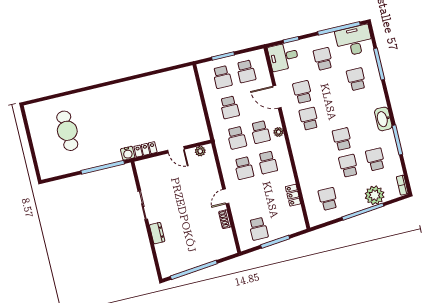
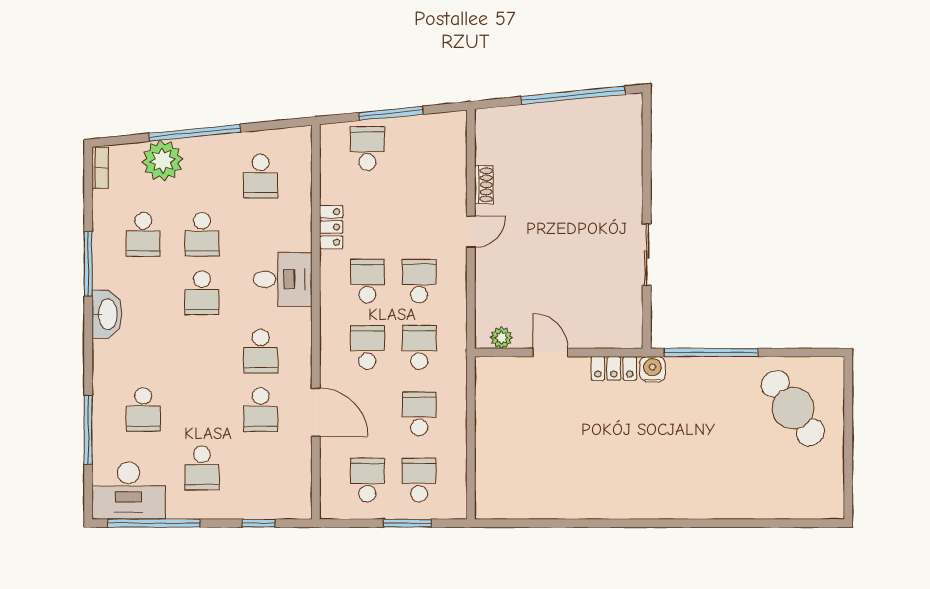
desk: (283, 57) -> (283, 279), moved
cafe table: (67, 131) -> (793, 408), moved, turned -35
plant: (279, 132) -> (330, 339), removed
locker: (293, 195) -> (331, 227), moved
school desk: (258, 229) -> (367, 148), moved
dresser: (157, 233) -> (631, 189), removed

